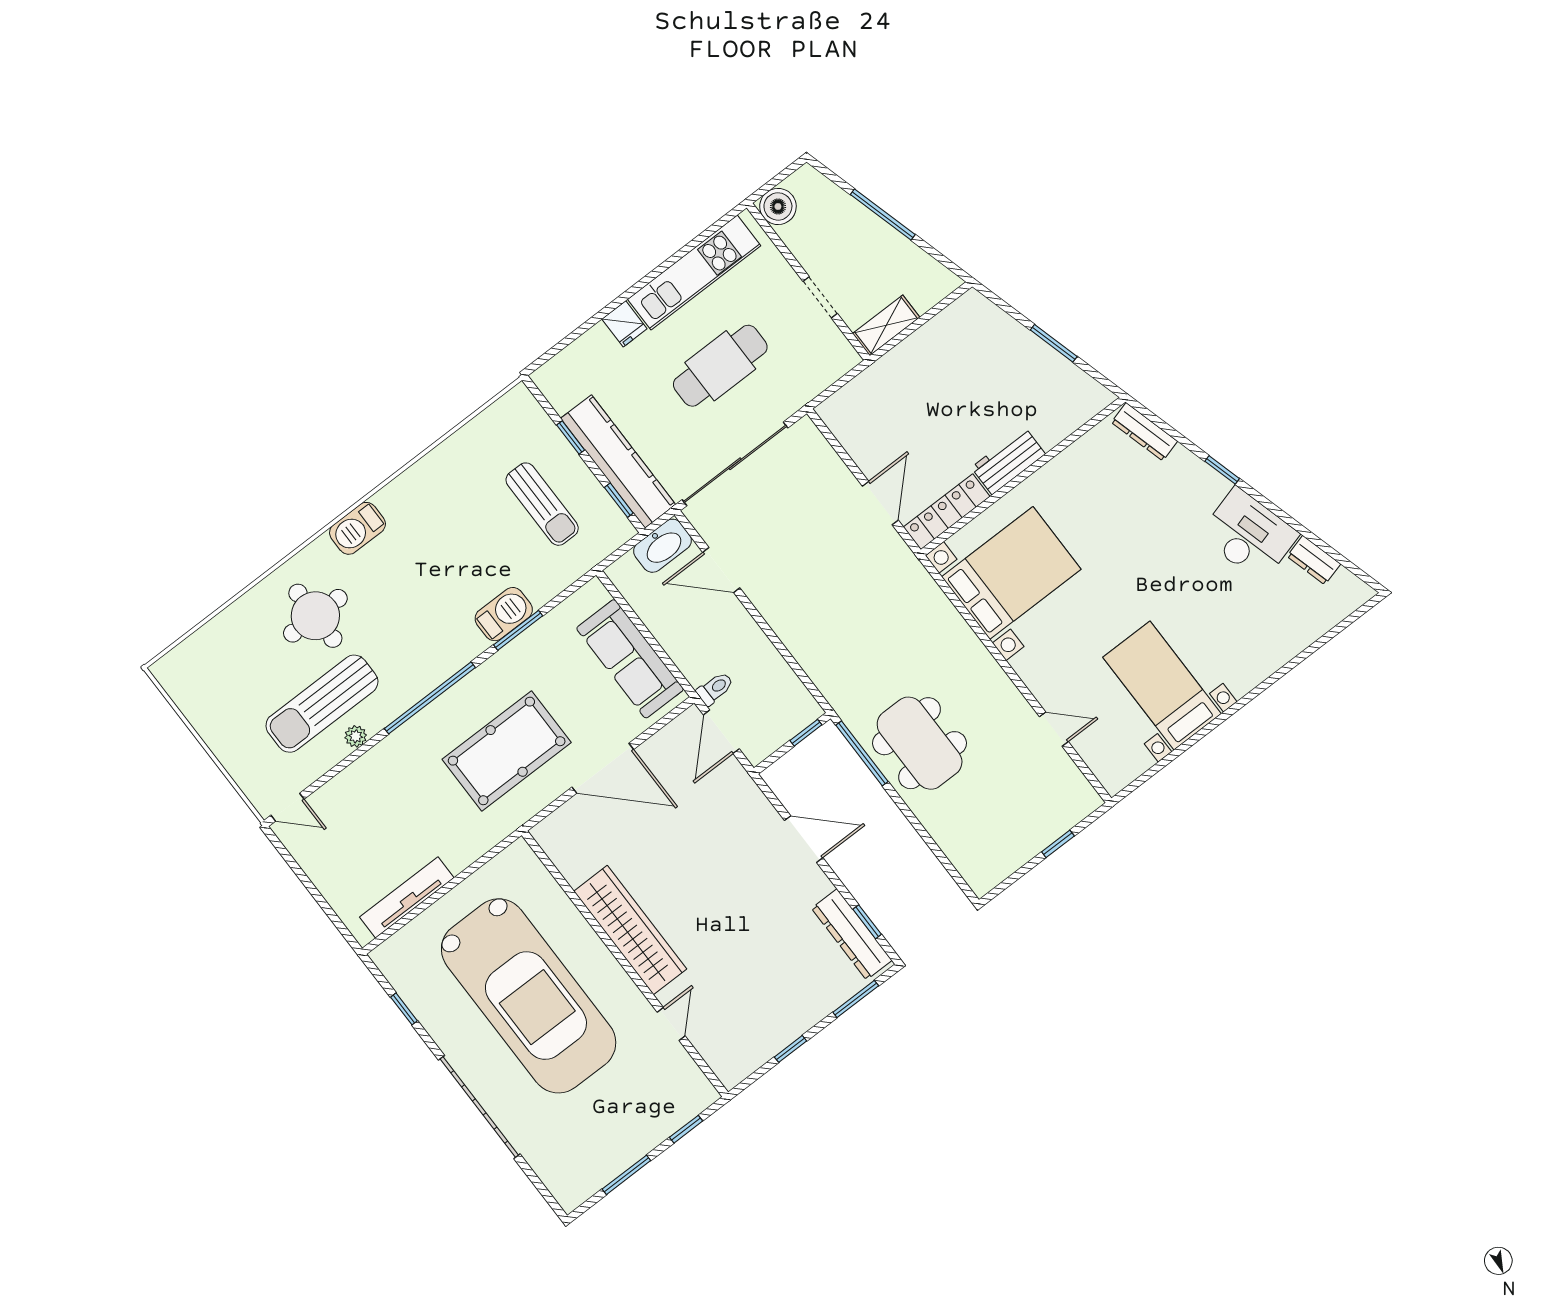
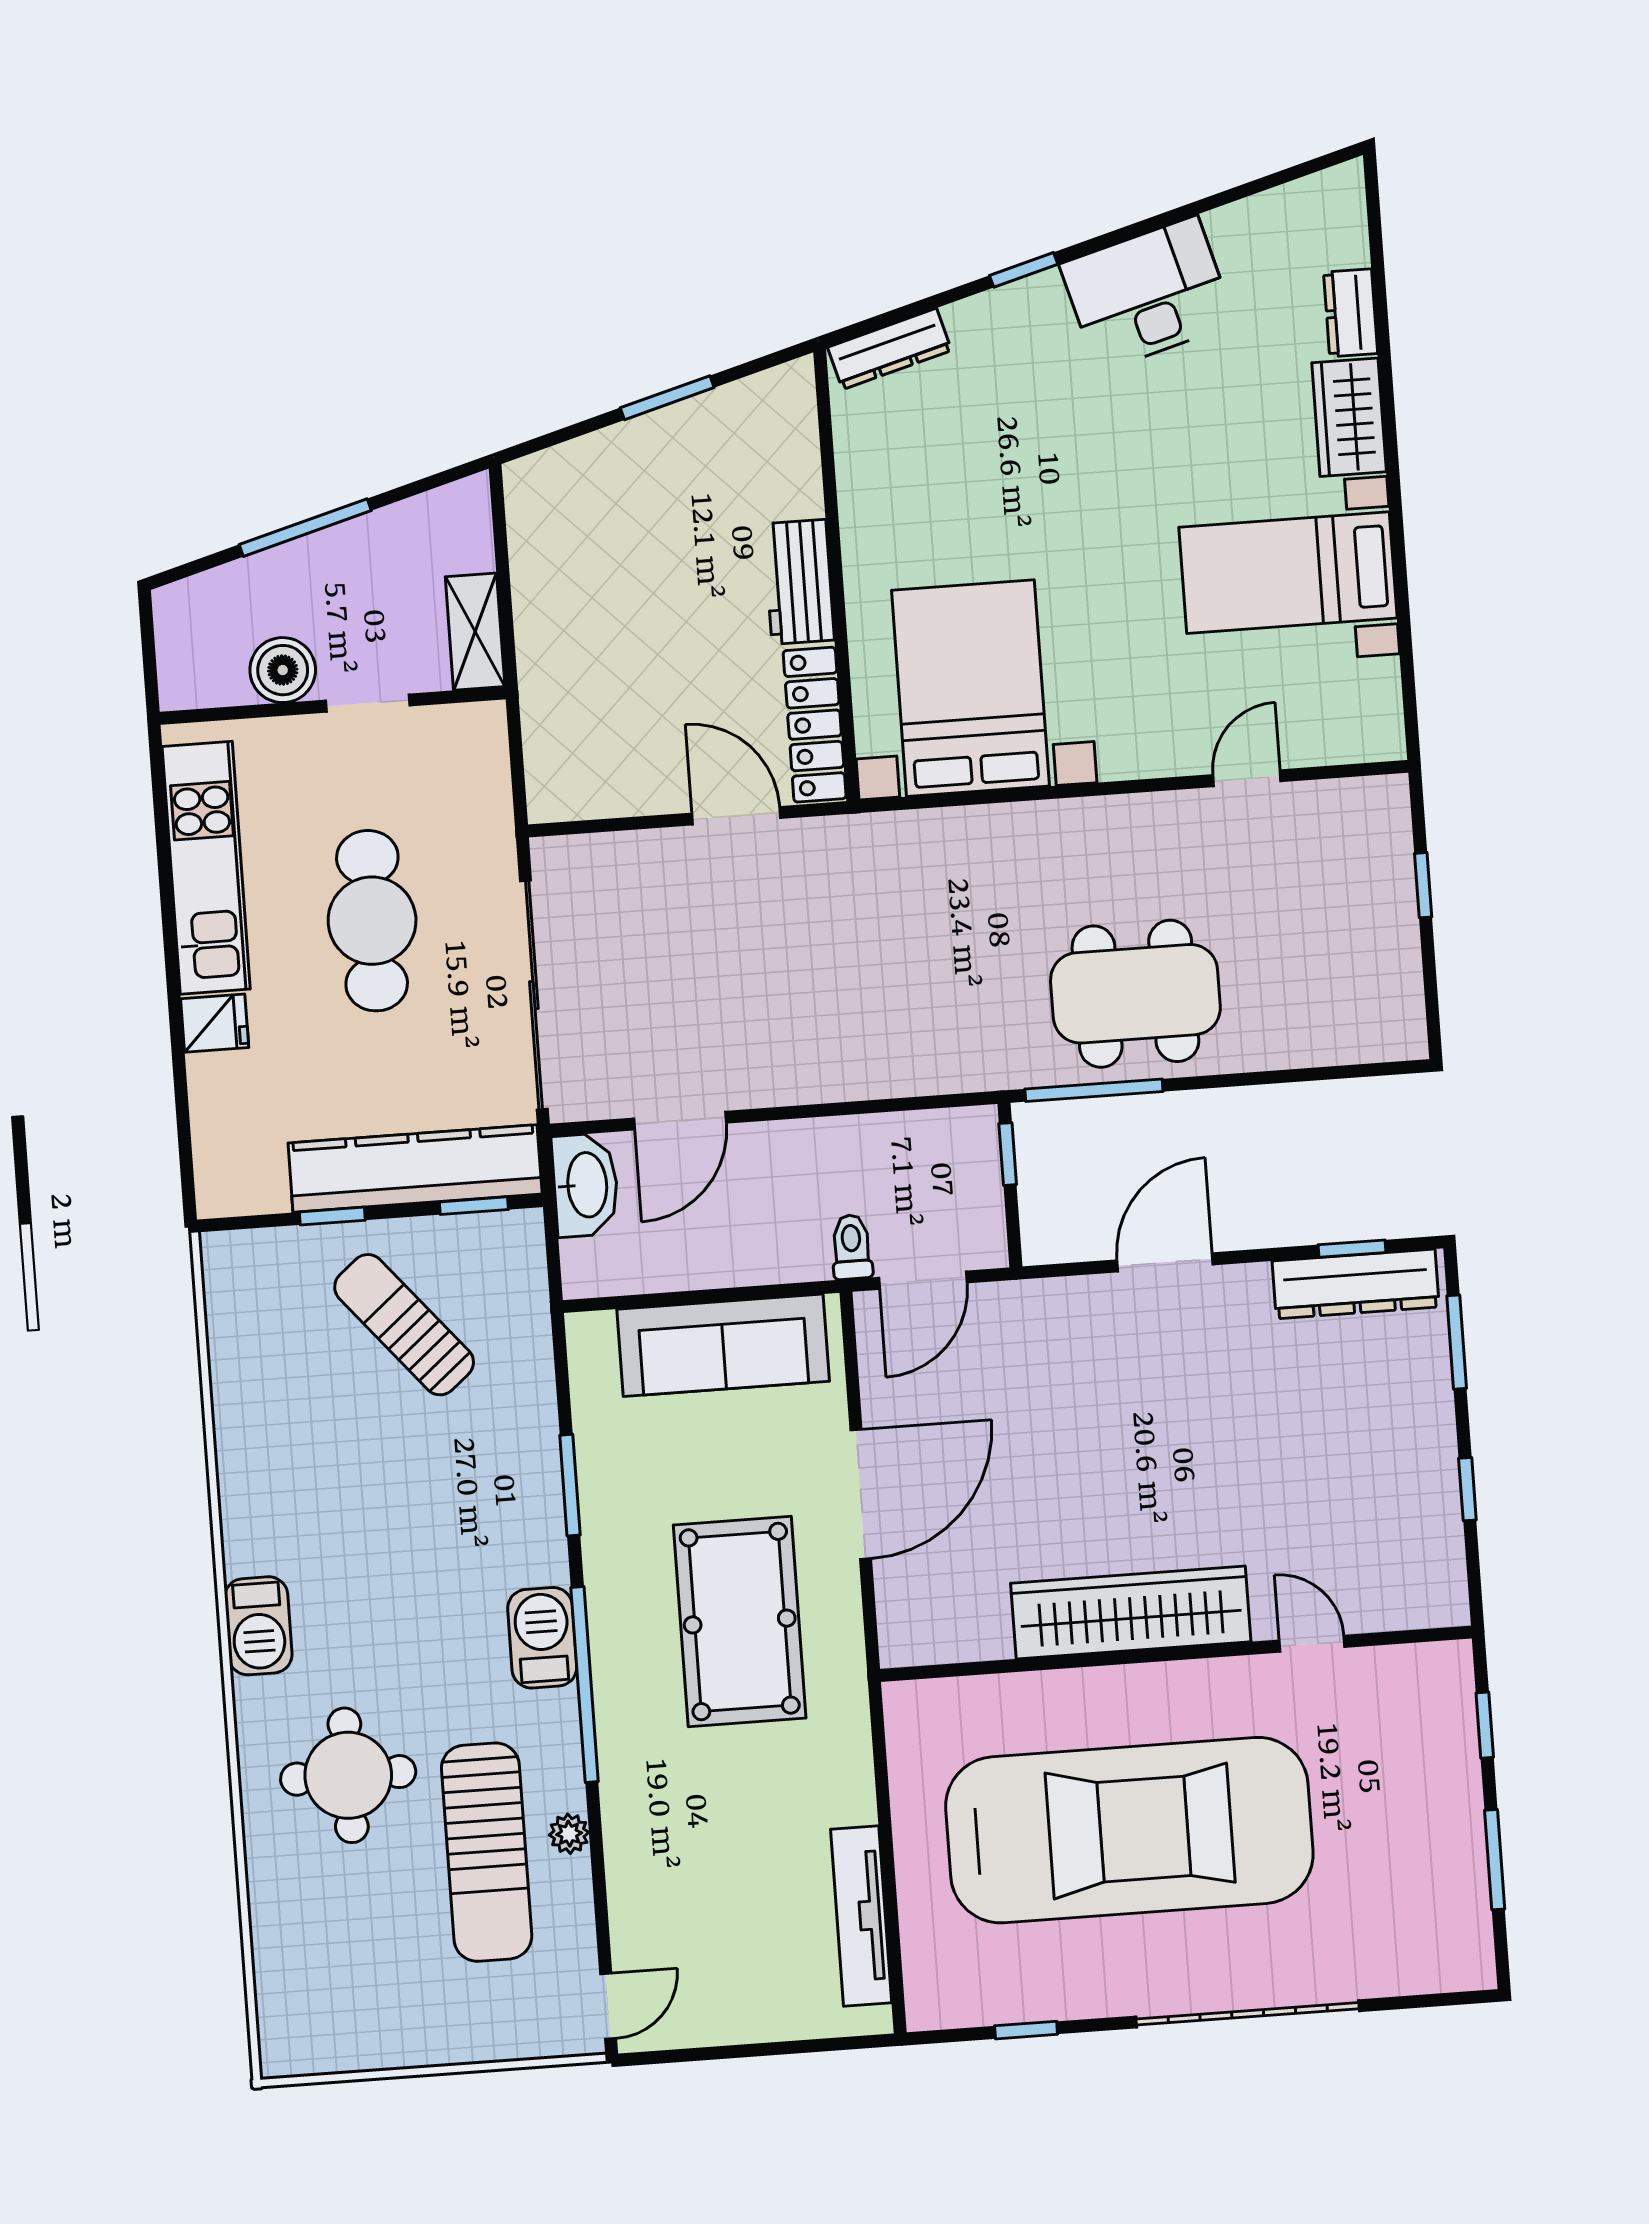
boiler: (778, 206) -> (283, 670), moved
sun lounger: (542, 504) -> (404, 1325), turned -130
dresser: (1314, 560) -> (1351, 313), moved, turned 106
barbecue: (504, 614) -> (542, 1638), moved
wardrobe: (1253, 666) -> (1349, 417), added
door: (721, 732) -> (923, 1280), hinge flipped

